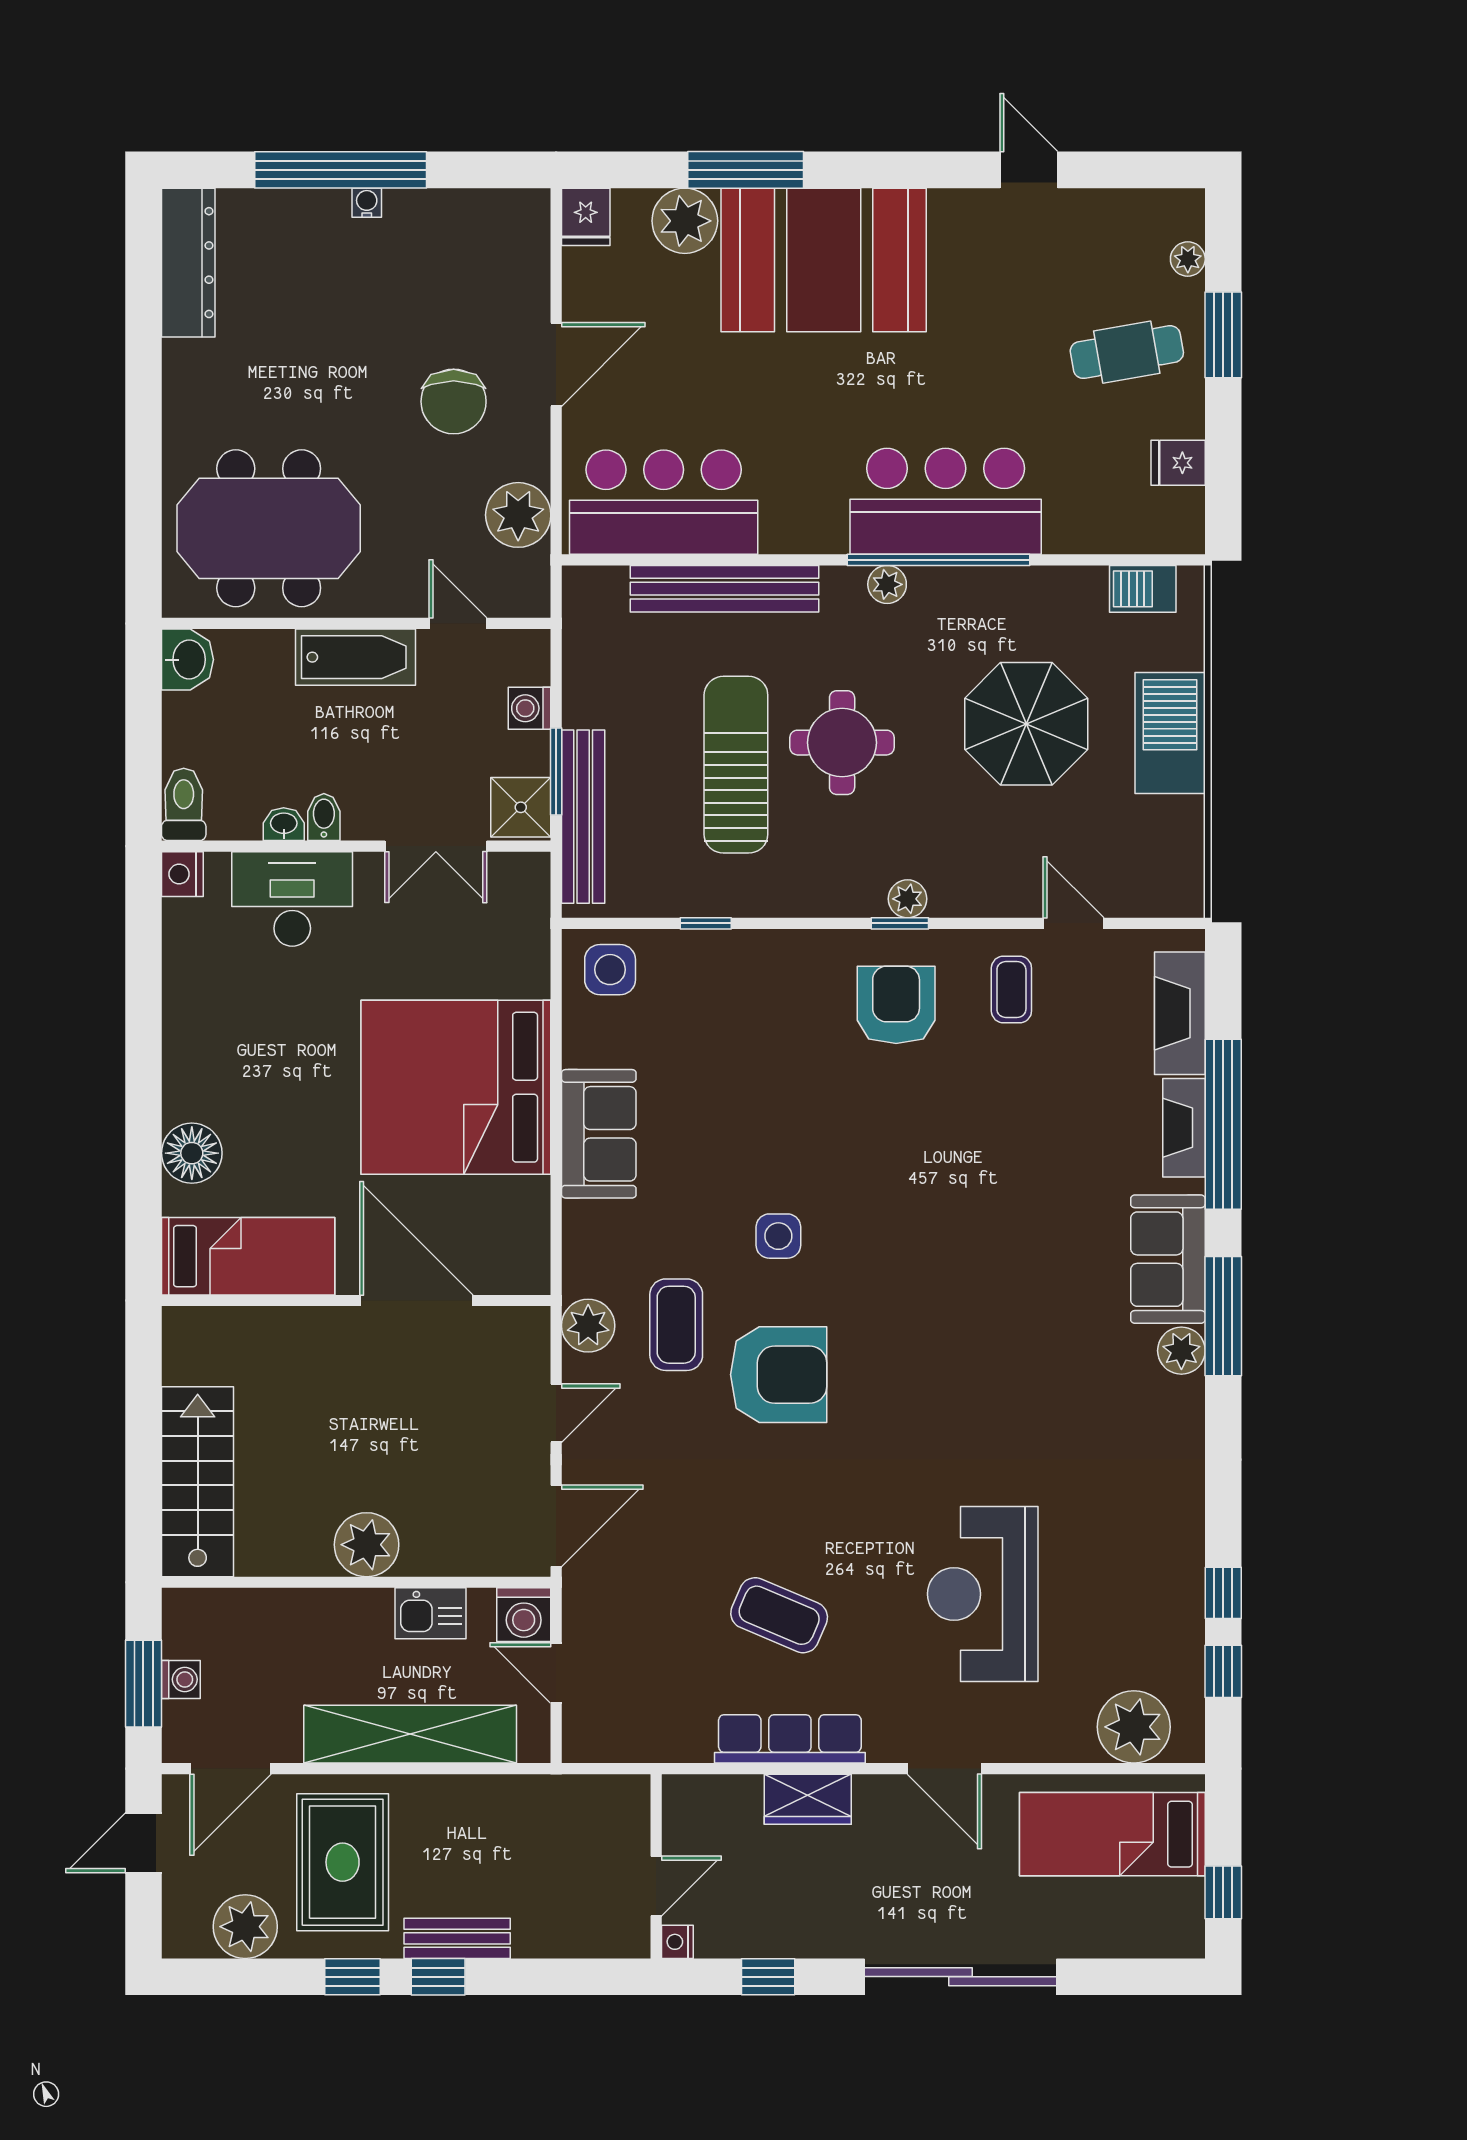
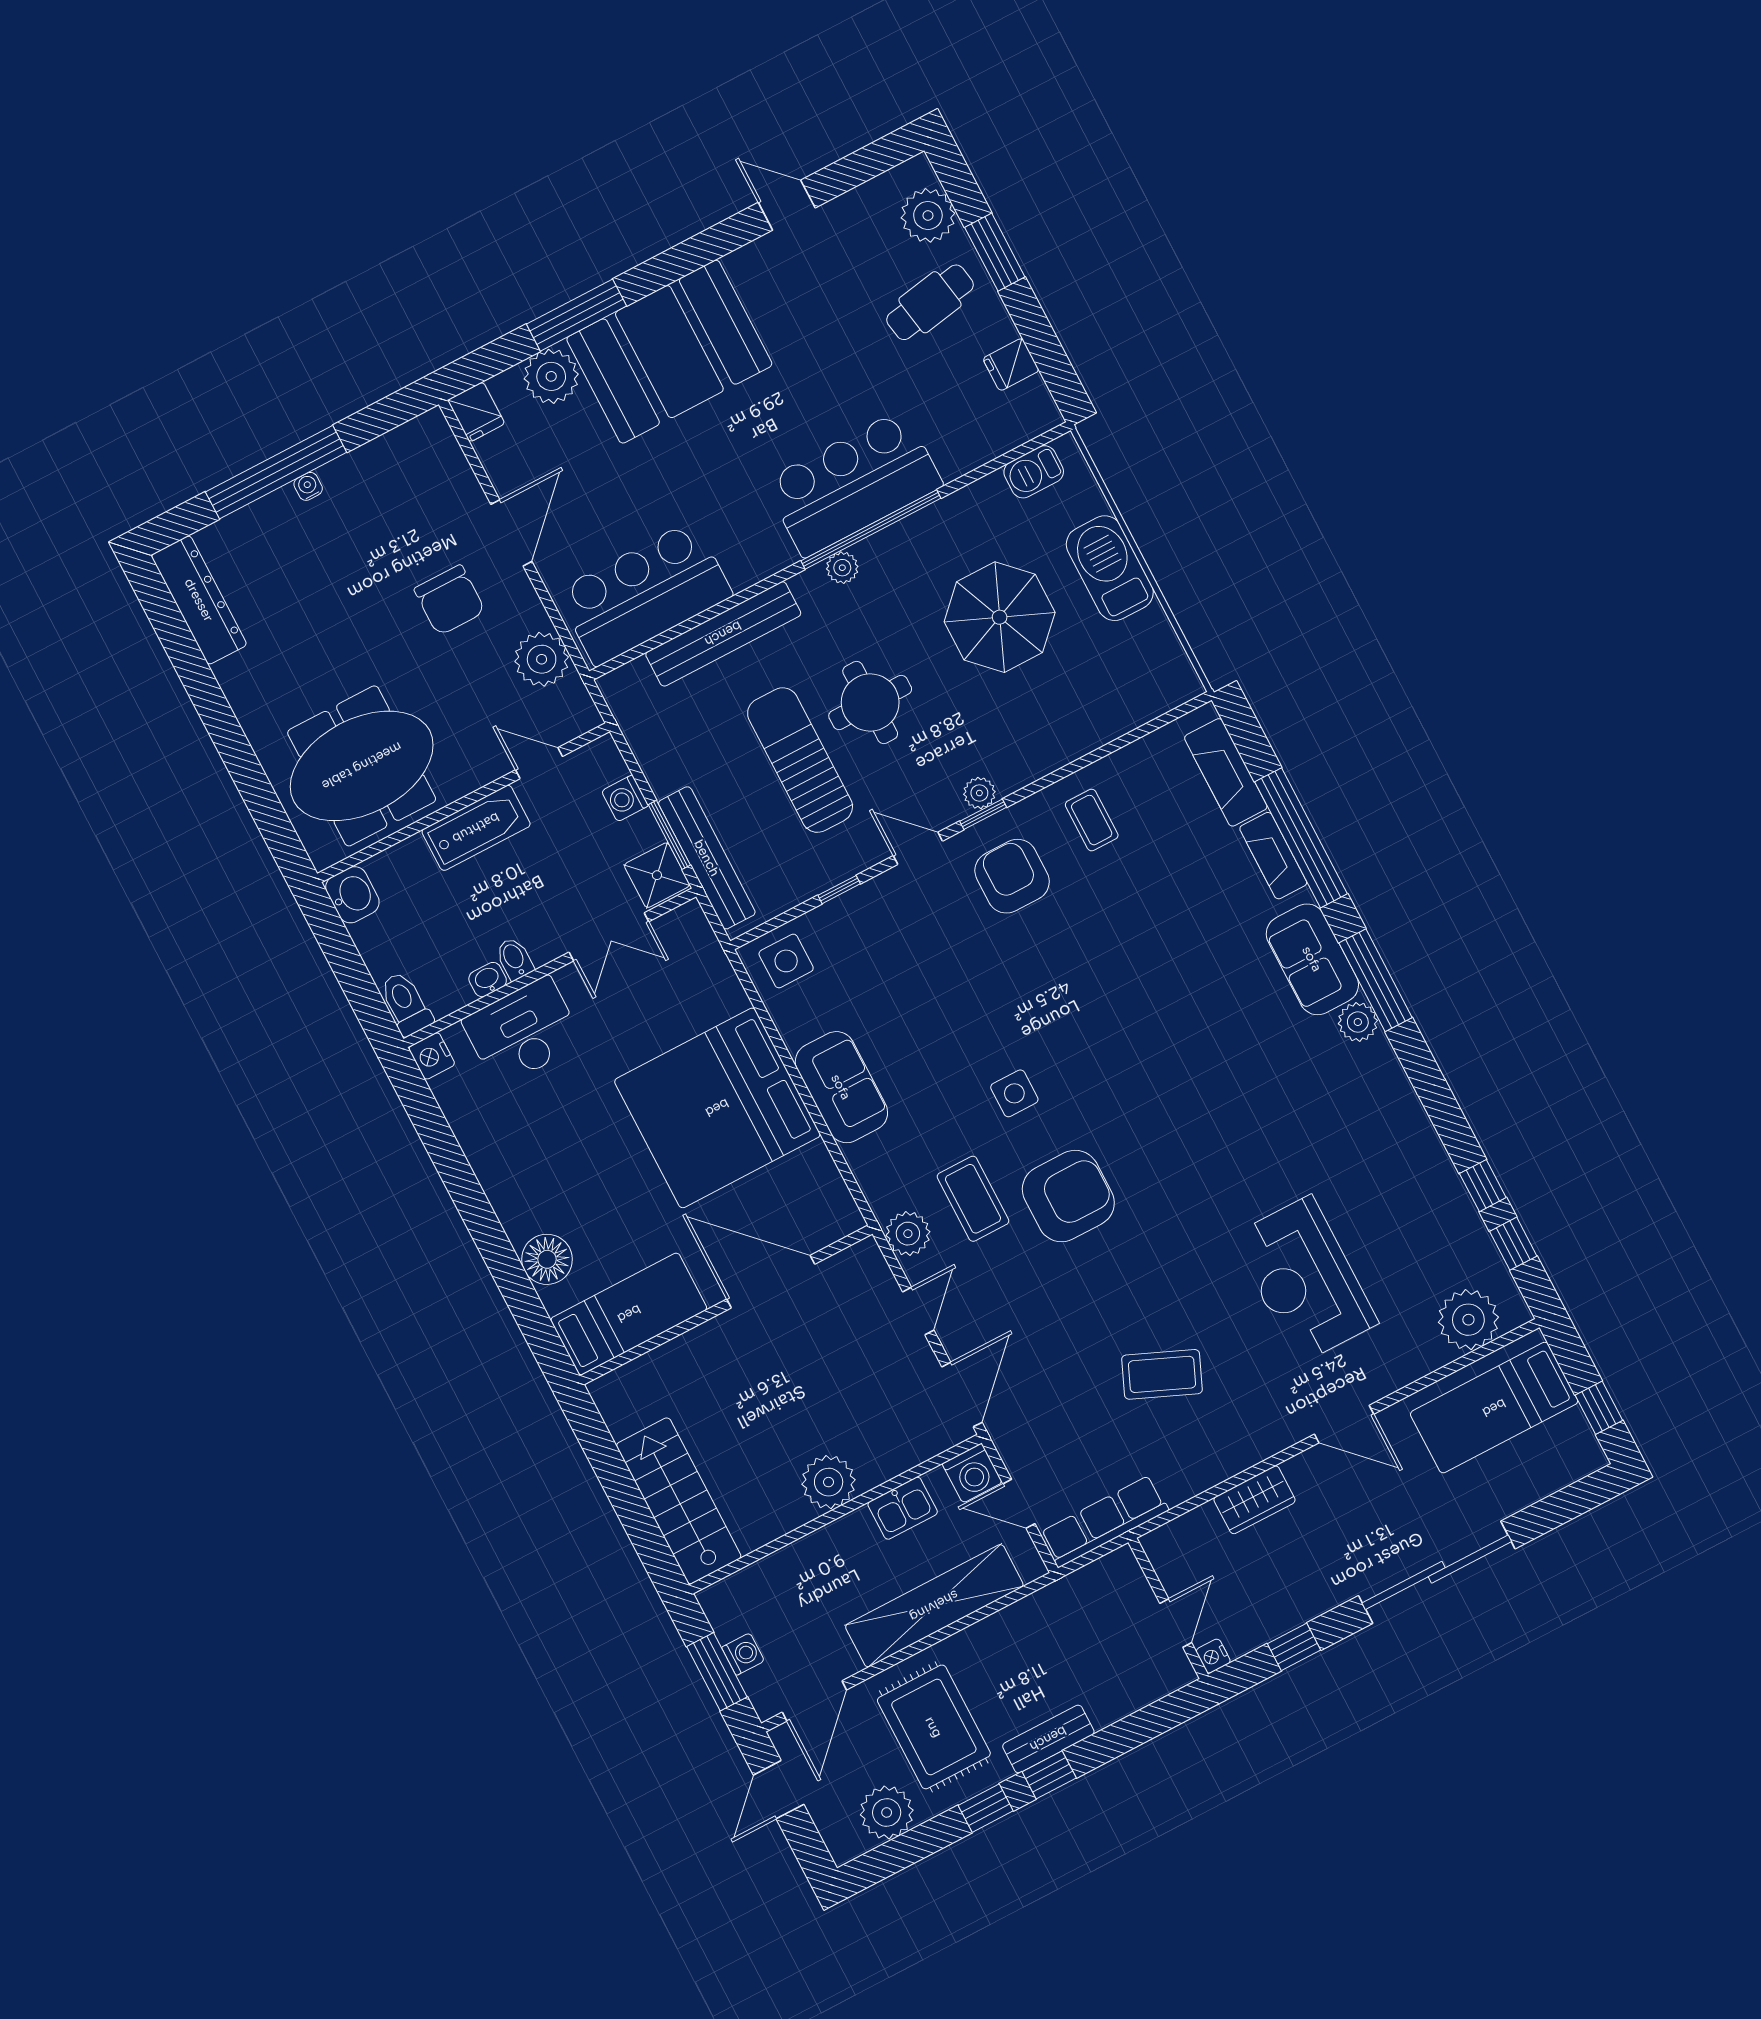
plant: (1188, 259) -> (928, 215), width x1.87, depth x1.87
door: (1073, 923) -> (918, 848), moved
row of seats: (790, 1739) -> (1104, 1521), moved

